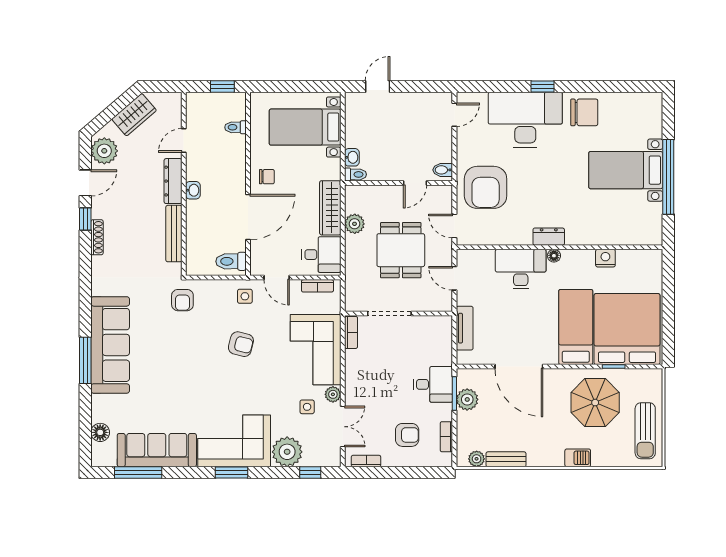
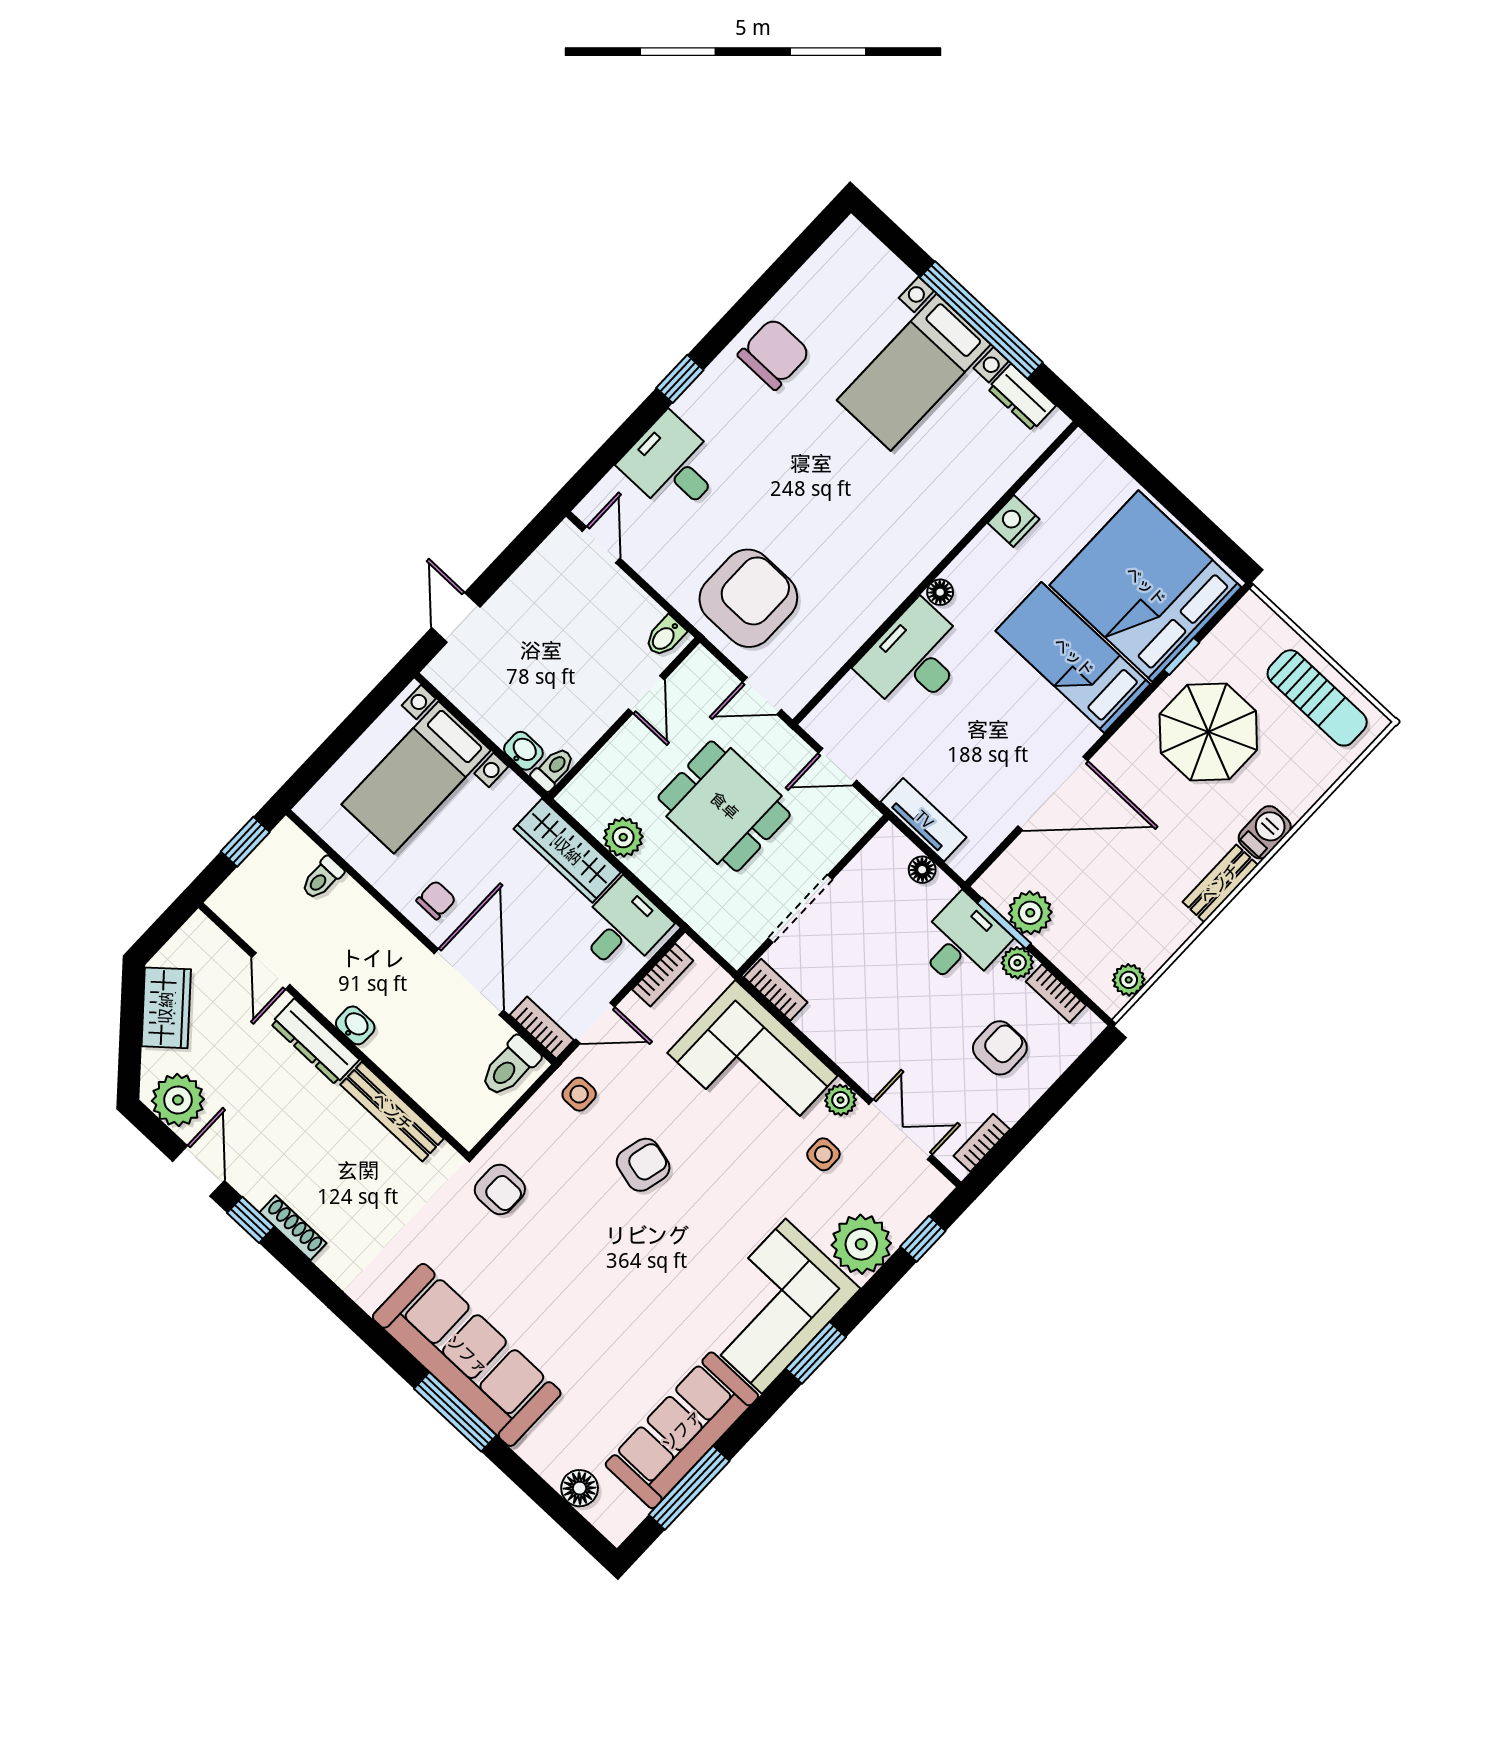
desk: (525, 120) -> (672, 465), width x0.53, depth x0.77
armchair: (486, 187) -> (748, 598), turned -90
dresser: (549, 237) -> (1022, 397), moved, turned -90
bookcase: (256, 260) -> (542, 1028), added
floor lamp: (446, 345) -> (922, 870), added
plant: (444, 412) -> (1017, 963), added
bench: (506, 459) -> (1220, 884), moved

